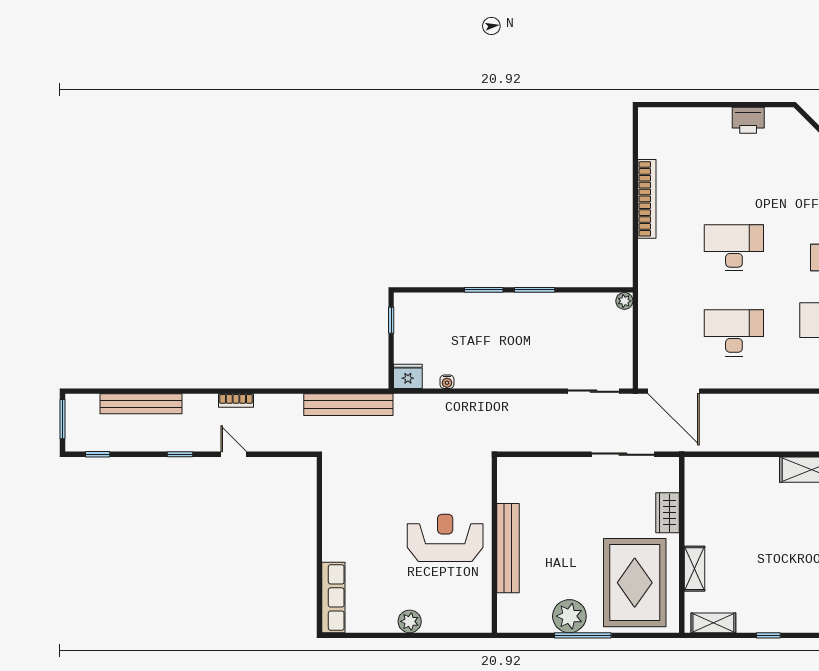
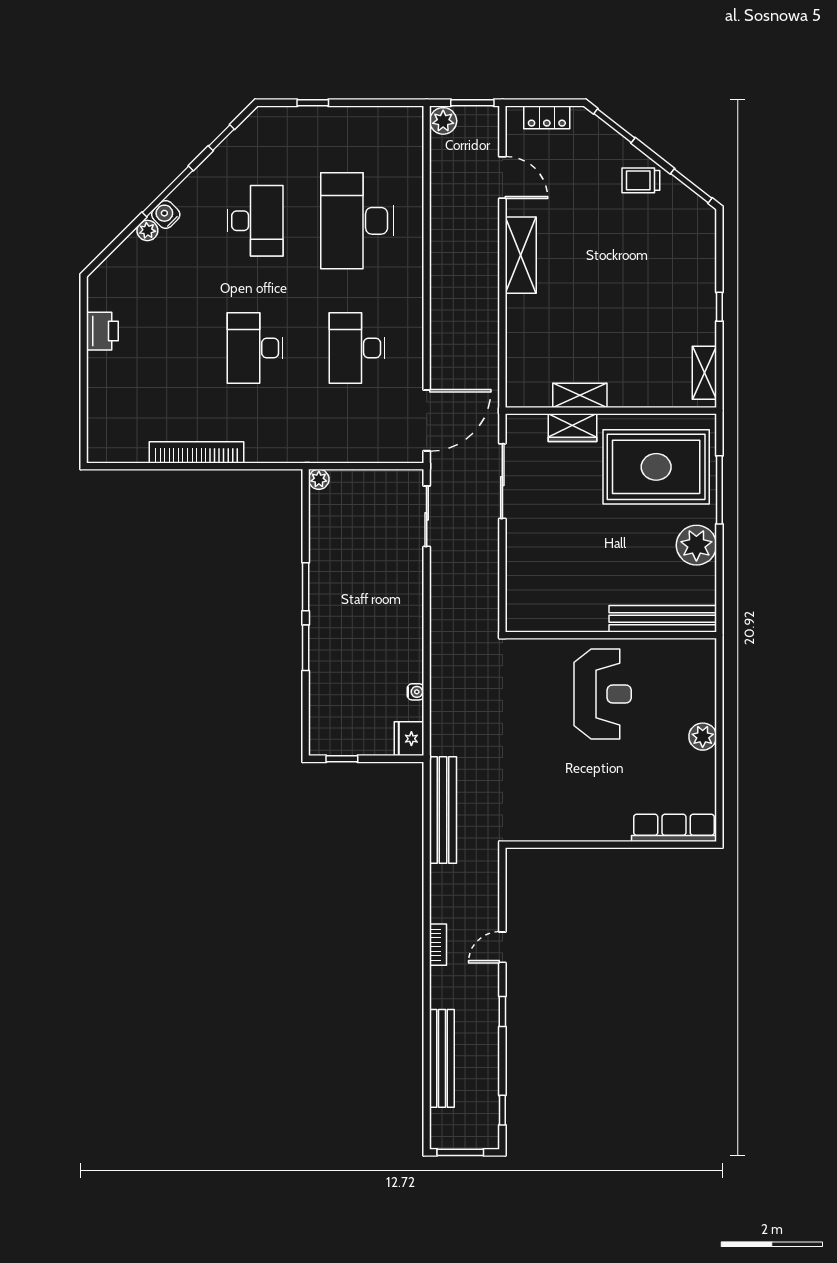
reception desk: (445, 538) -> (603, 694), turned 180
bench: (508, 548) -> (663, 619), moved
shelving: (694, 569) -> (580, 395), moved
window: (583, 635) -> (719, 490), moved

